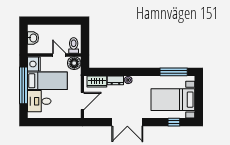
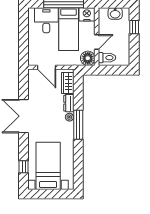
window: (46, 21) -> (134, 27), added
window: (174, 72) -> (78, 125), moved

